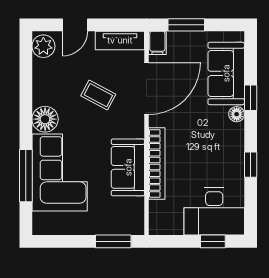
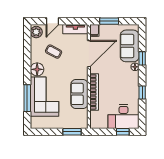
coffee table: (98, 95) -> (54, 52), moved

